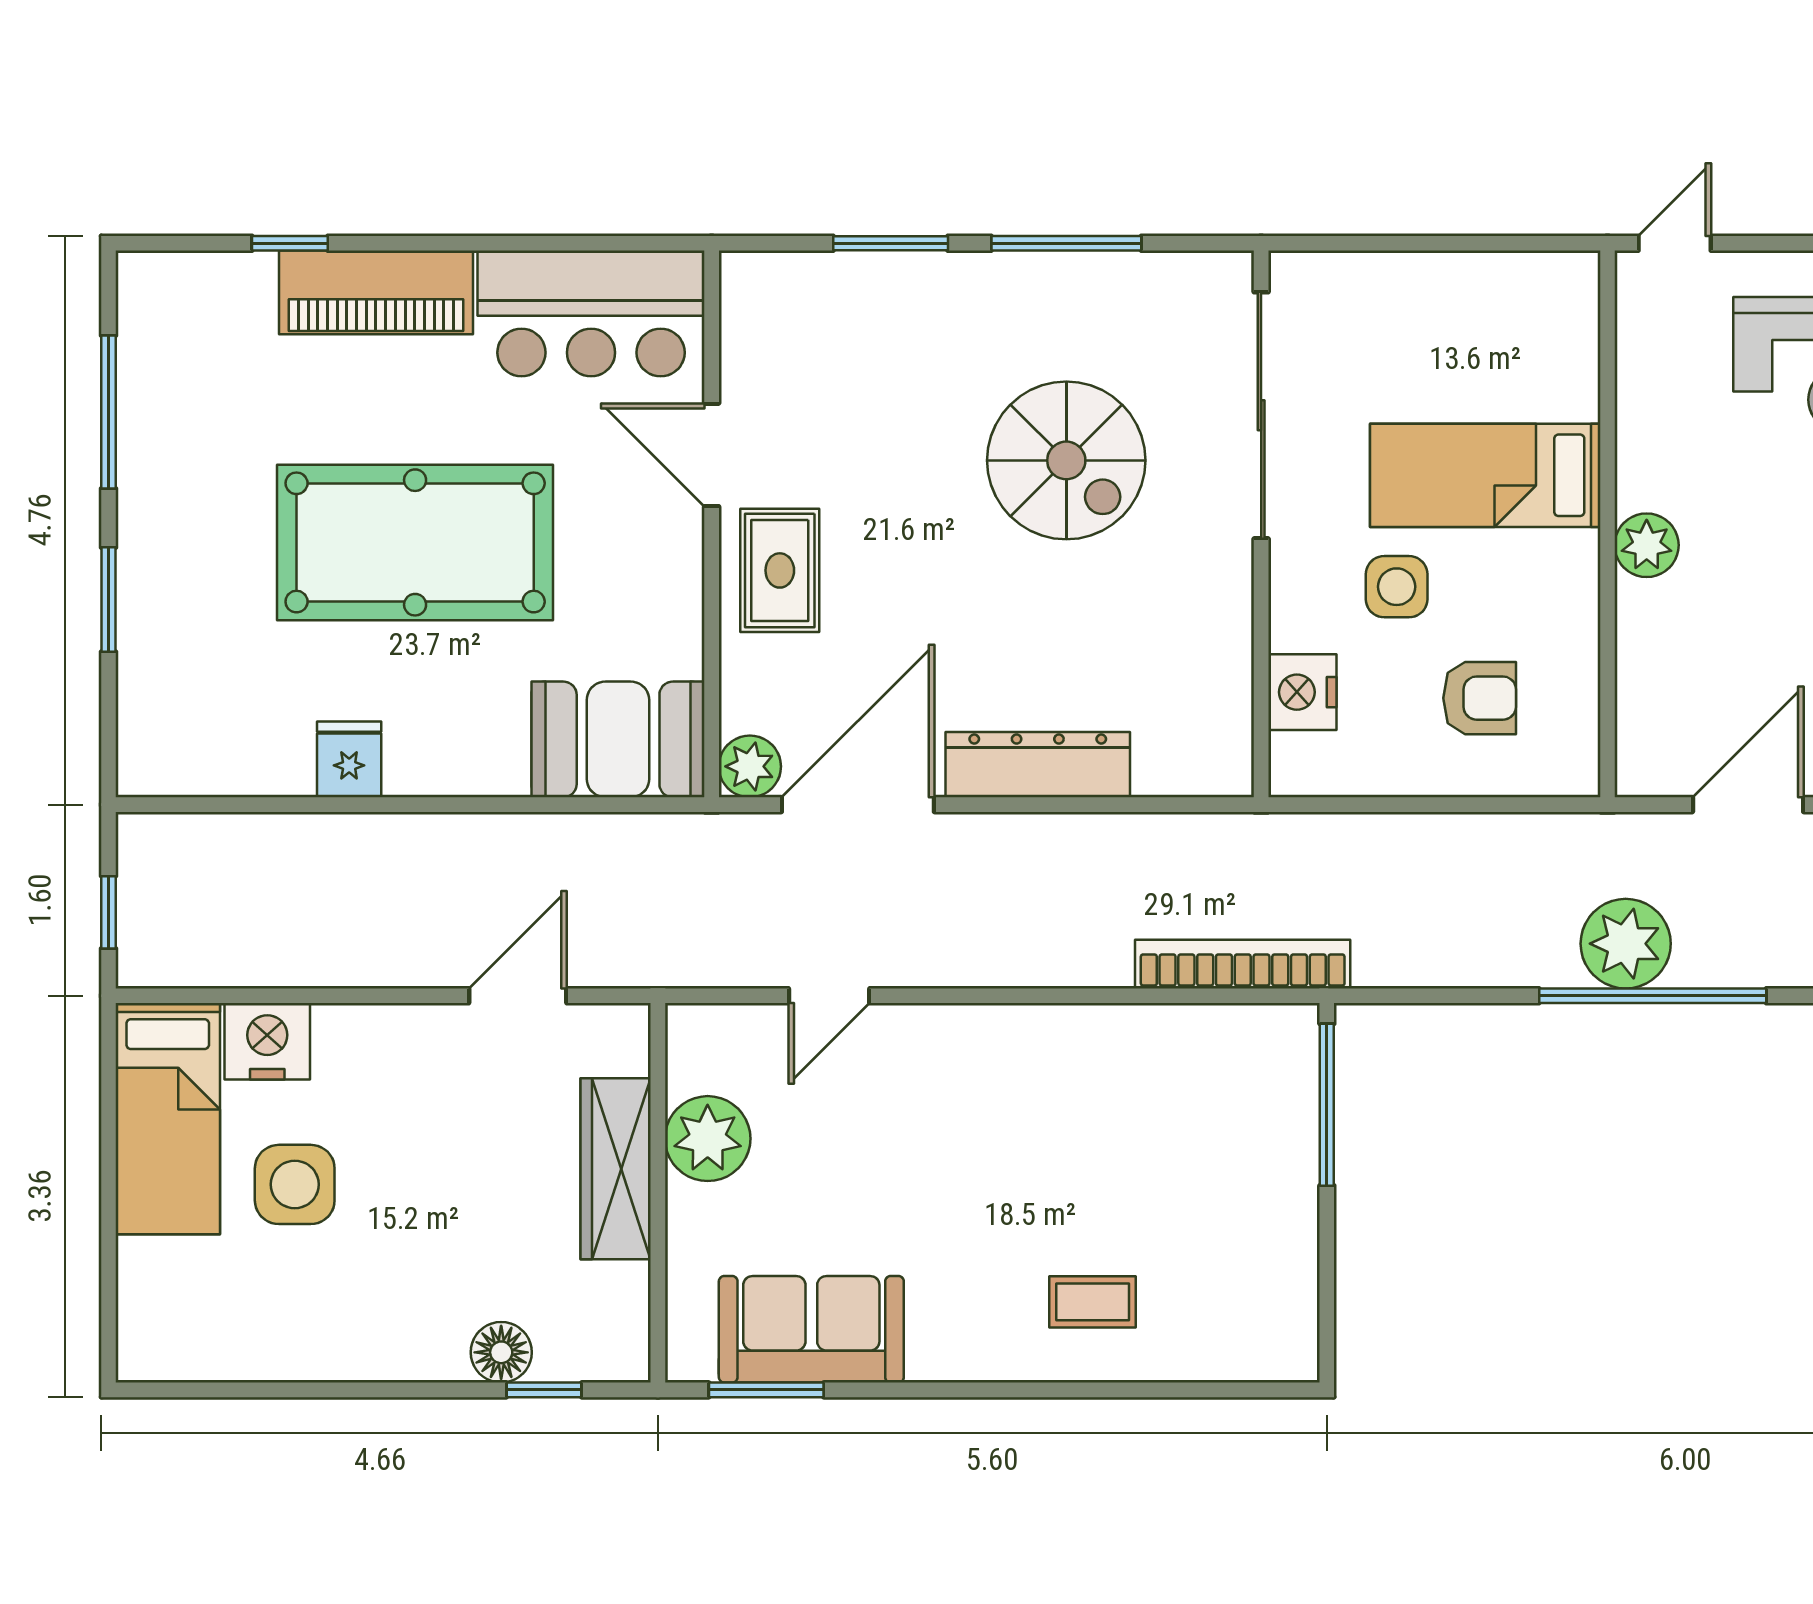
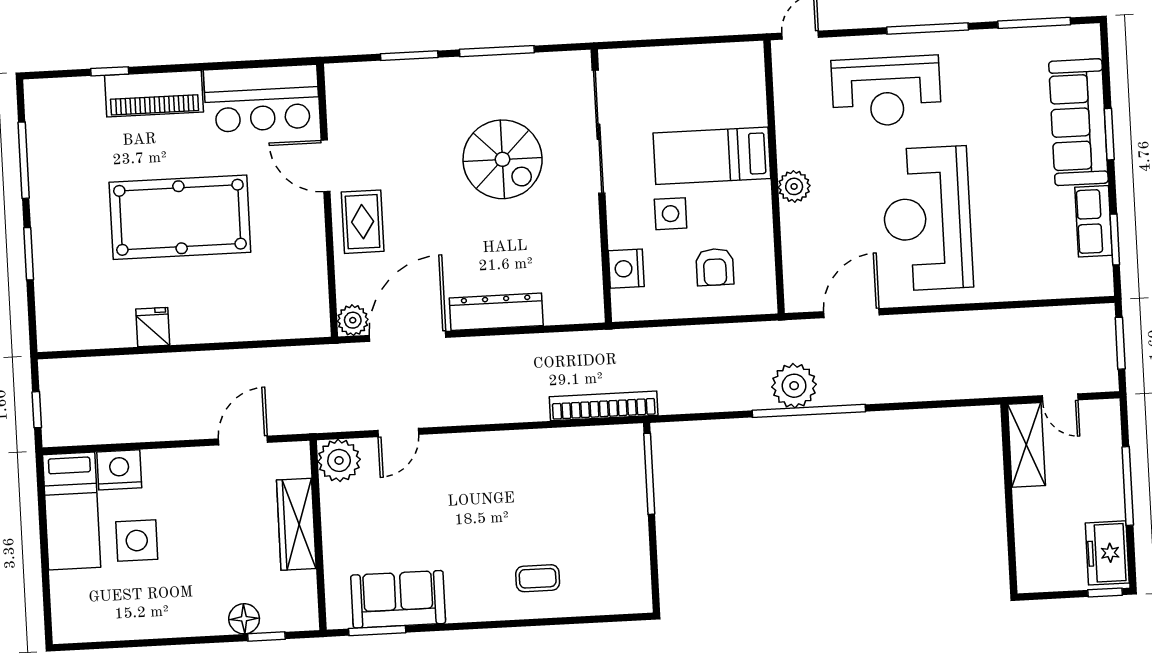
armchair: (1480, 698) -> (715, 267), turned 90
booth: (618, 739) -> (286, 310), removed
plant: (708, 1139) -> (339, 460), moved

